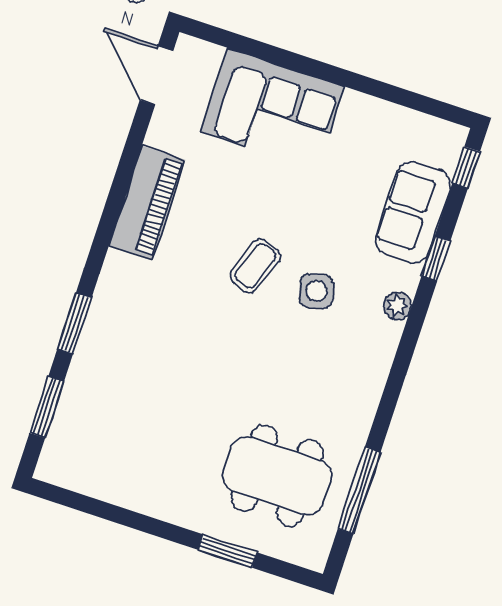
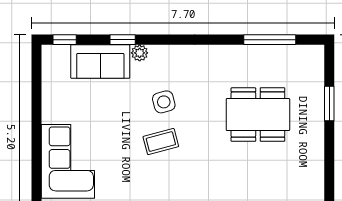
coffee table: (255, 266) -> (161, 142), turned -35
plant: (397, 306) -> (140, 53), moved
dining table: (277, 476) -> (258, 115), moved, turned 90

